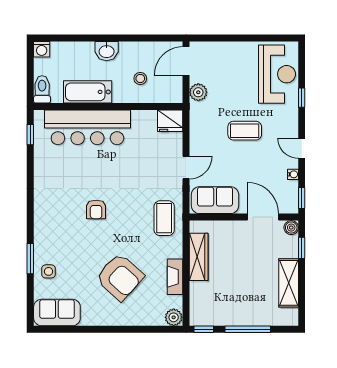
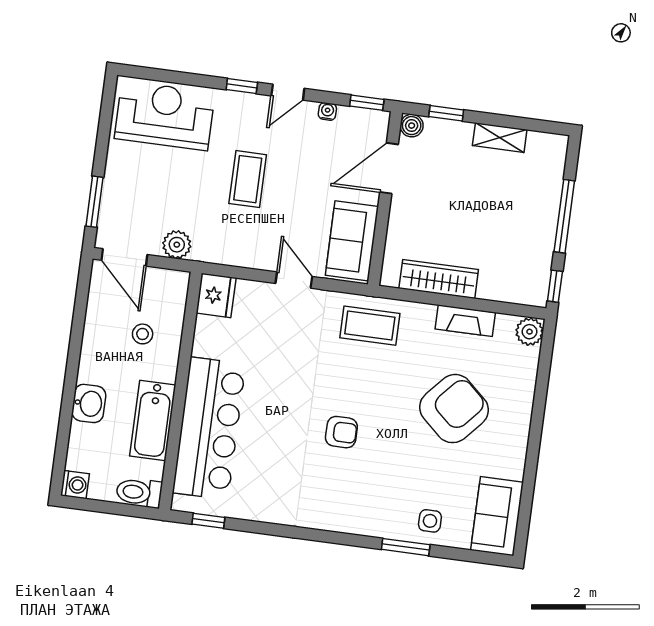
window: (218, 38) -> (94, 202), added
washbasin: (107, 51) -> (89, 403), moved
window: (302, 98) -> (242, 86), moved
shelving: (289, 283) -> (500, 138), width x0.67, depth x0.75

